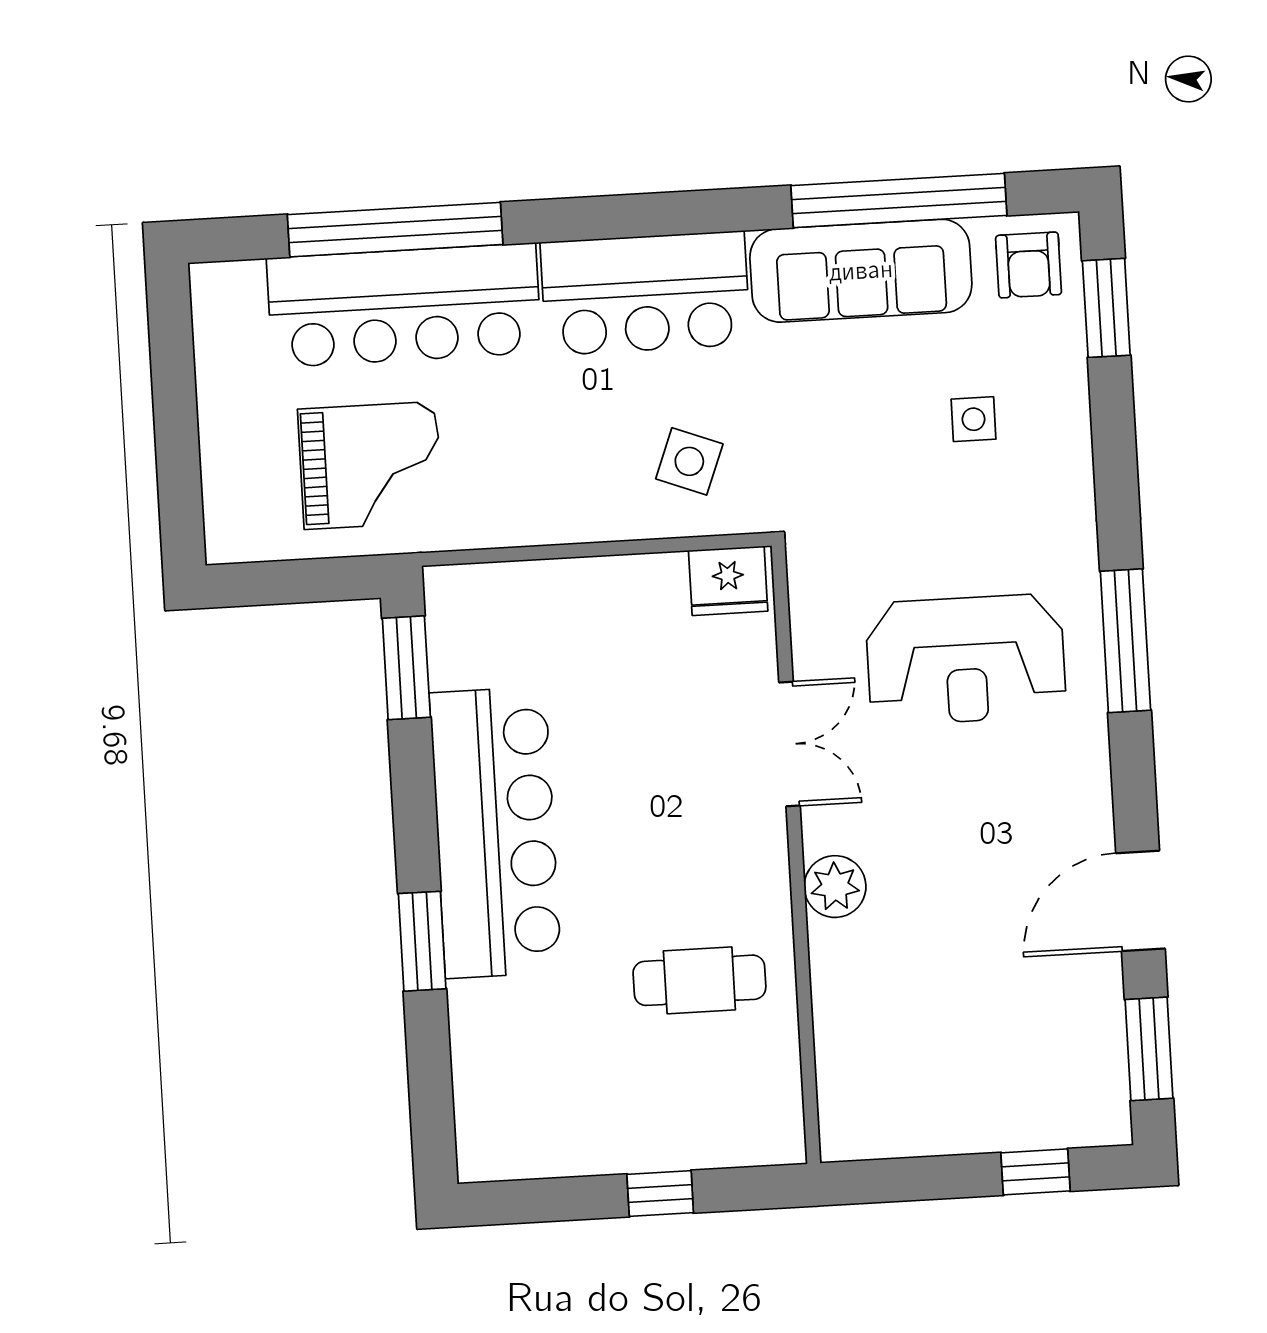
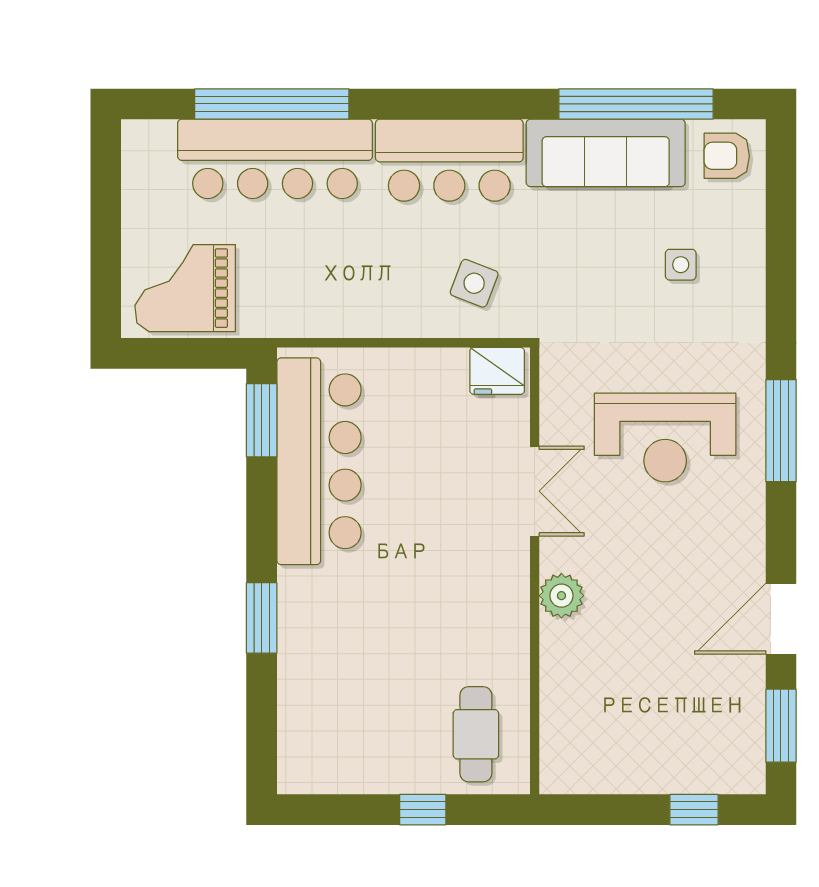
armchair: (1029, 265) -> (727, 156), turned 90
window: (1106, 308) -> (781, 190), removed
grand piano: (370, 465) -> (185, 288), moved, turned 180
bar counter: (495, 832) -> (319, 461), moved
cafe table: (699, 980) -> (476, 734), moved, turned 90

